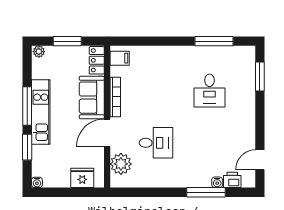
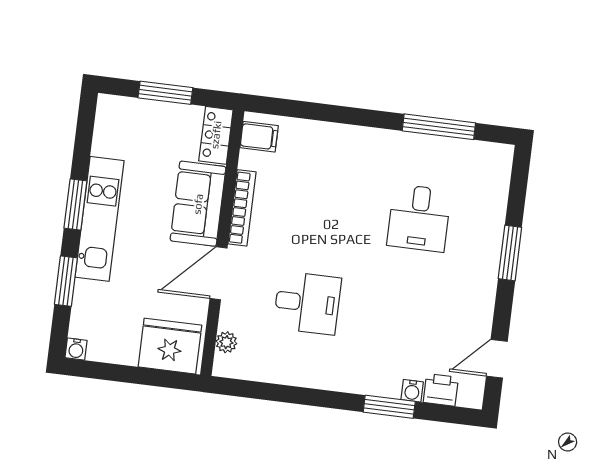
plant: (39, 52) -> (110, 105), removed
window: (260, 76) -> (510, 253), moved
window: (27, 106) -> (75, 204), width x0.69
plant: (121, 164) -> (226, 342), width x0.53, depth x0.53
fridge: (82, 178) -> (170, 346), width x1.36, depth x1.34
window: (206, 192) -> (389, 407), width x0.69

